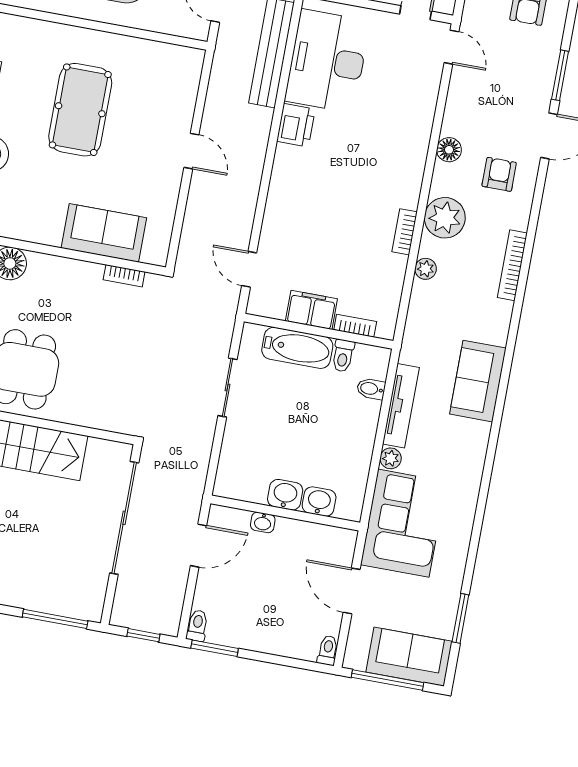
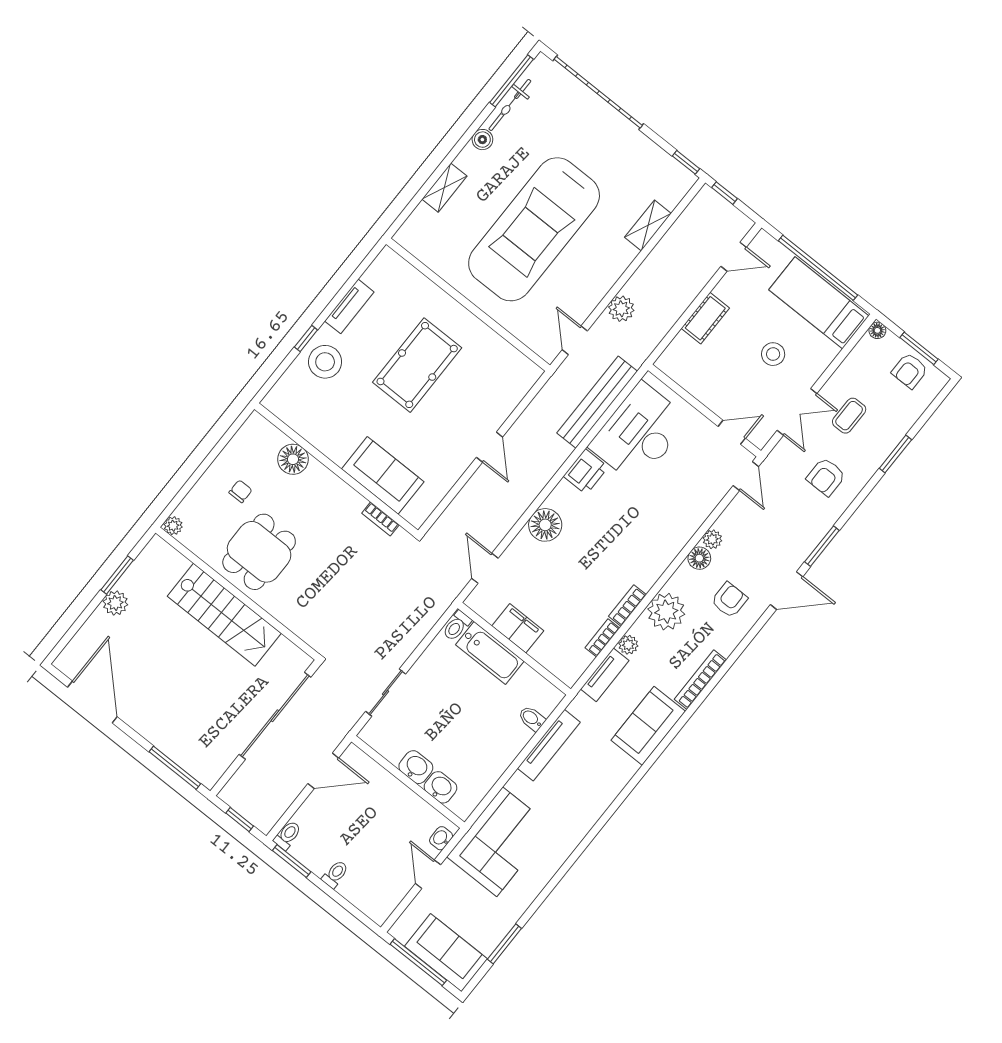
floor lamp: (285, 197) -> (545, 525), added
tv unit: (418, 310) -> (605, 675), added
bookcase: (355, 326) -> (602, 638), moved, turned -90
toilet: (343, 356) -> (457, 626), moved
sofa: (478, 381) -> (648, 726), moved
sliding door: (227, 388) -> (386, 693), moved
plant: (391, 458) -> (712, 539), moved
washbasin: (263, 522) -> (441, 838), moved, turned 90
door: (352, 591) -> (428, 874), width x0.73
toilet: (328, 650) -> (335, 874), moved

